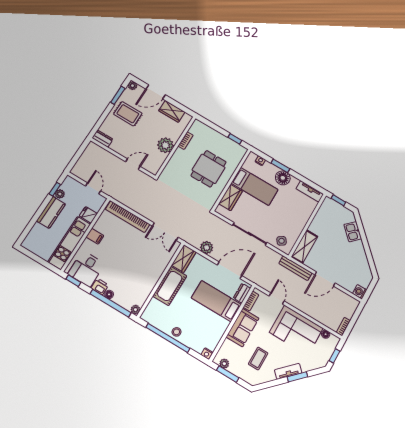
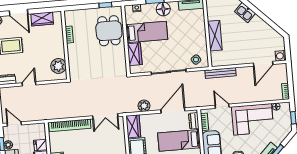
door: (156, 92) -> (19, 12), hinge flipped
plant: (165, 145) -> (58, 66), moved
door: (133, 164) -> (29, 84), moved
dining table: (209, 169) -> (109, 31), moved
door: (93, 188) -> (14, 124), moved
shelving: (304, 247) -> (215, 36), moved
door: (325, 279) -> (263, 64), moved

